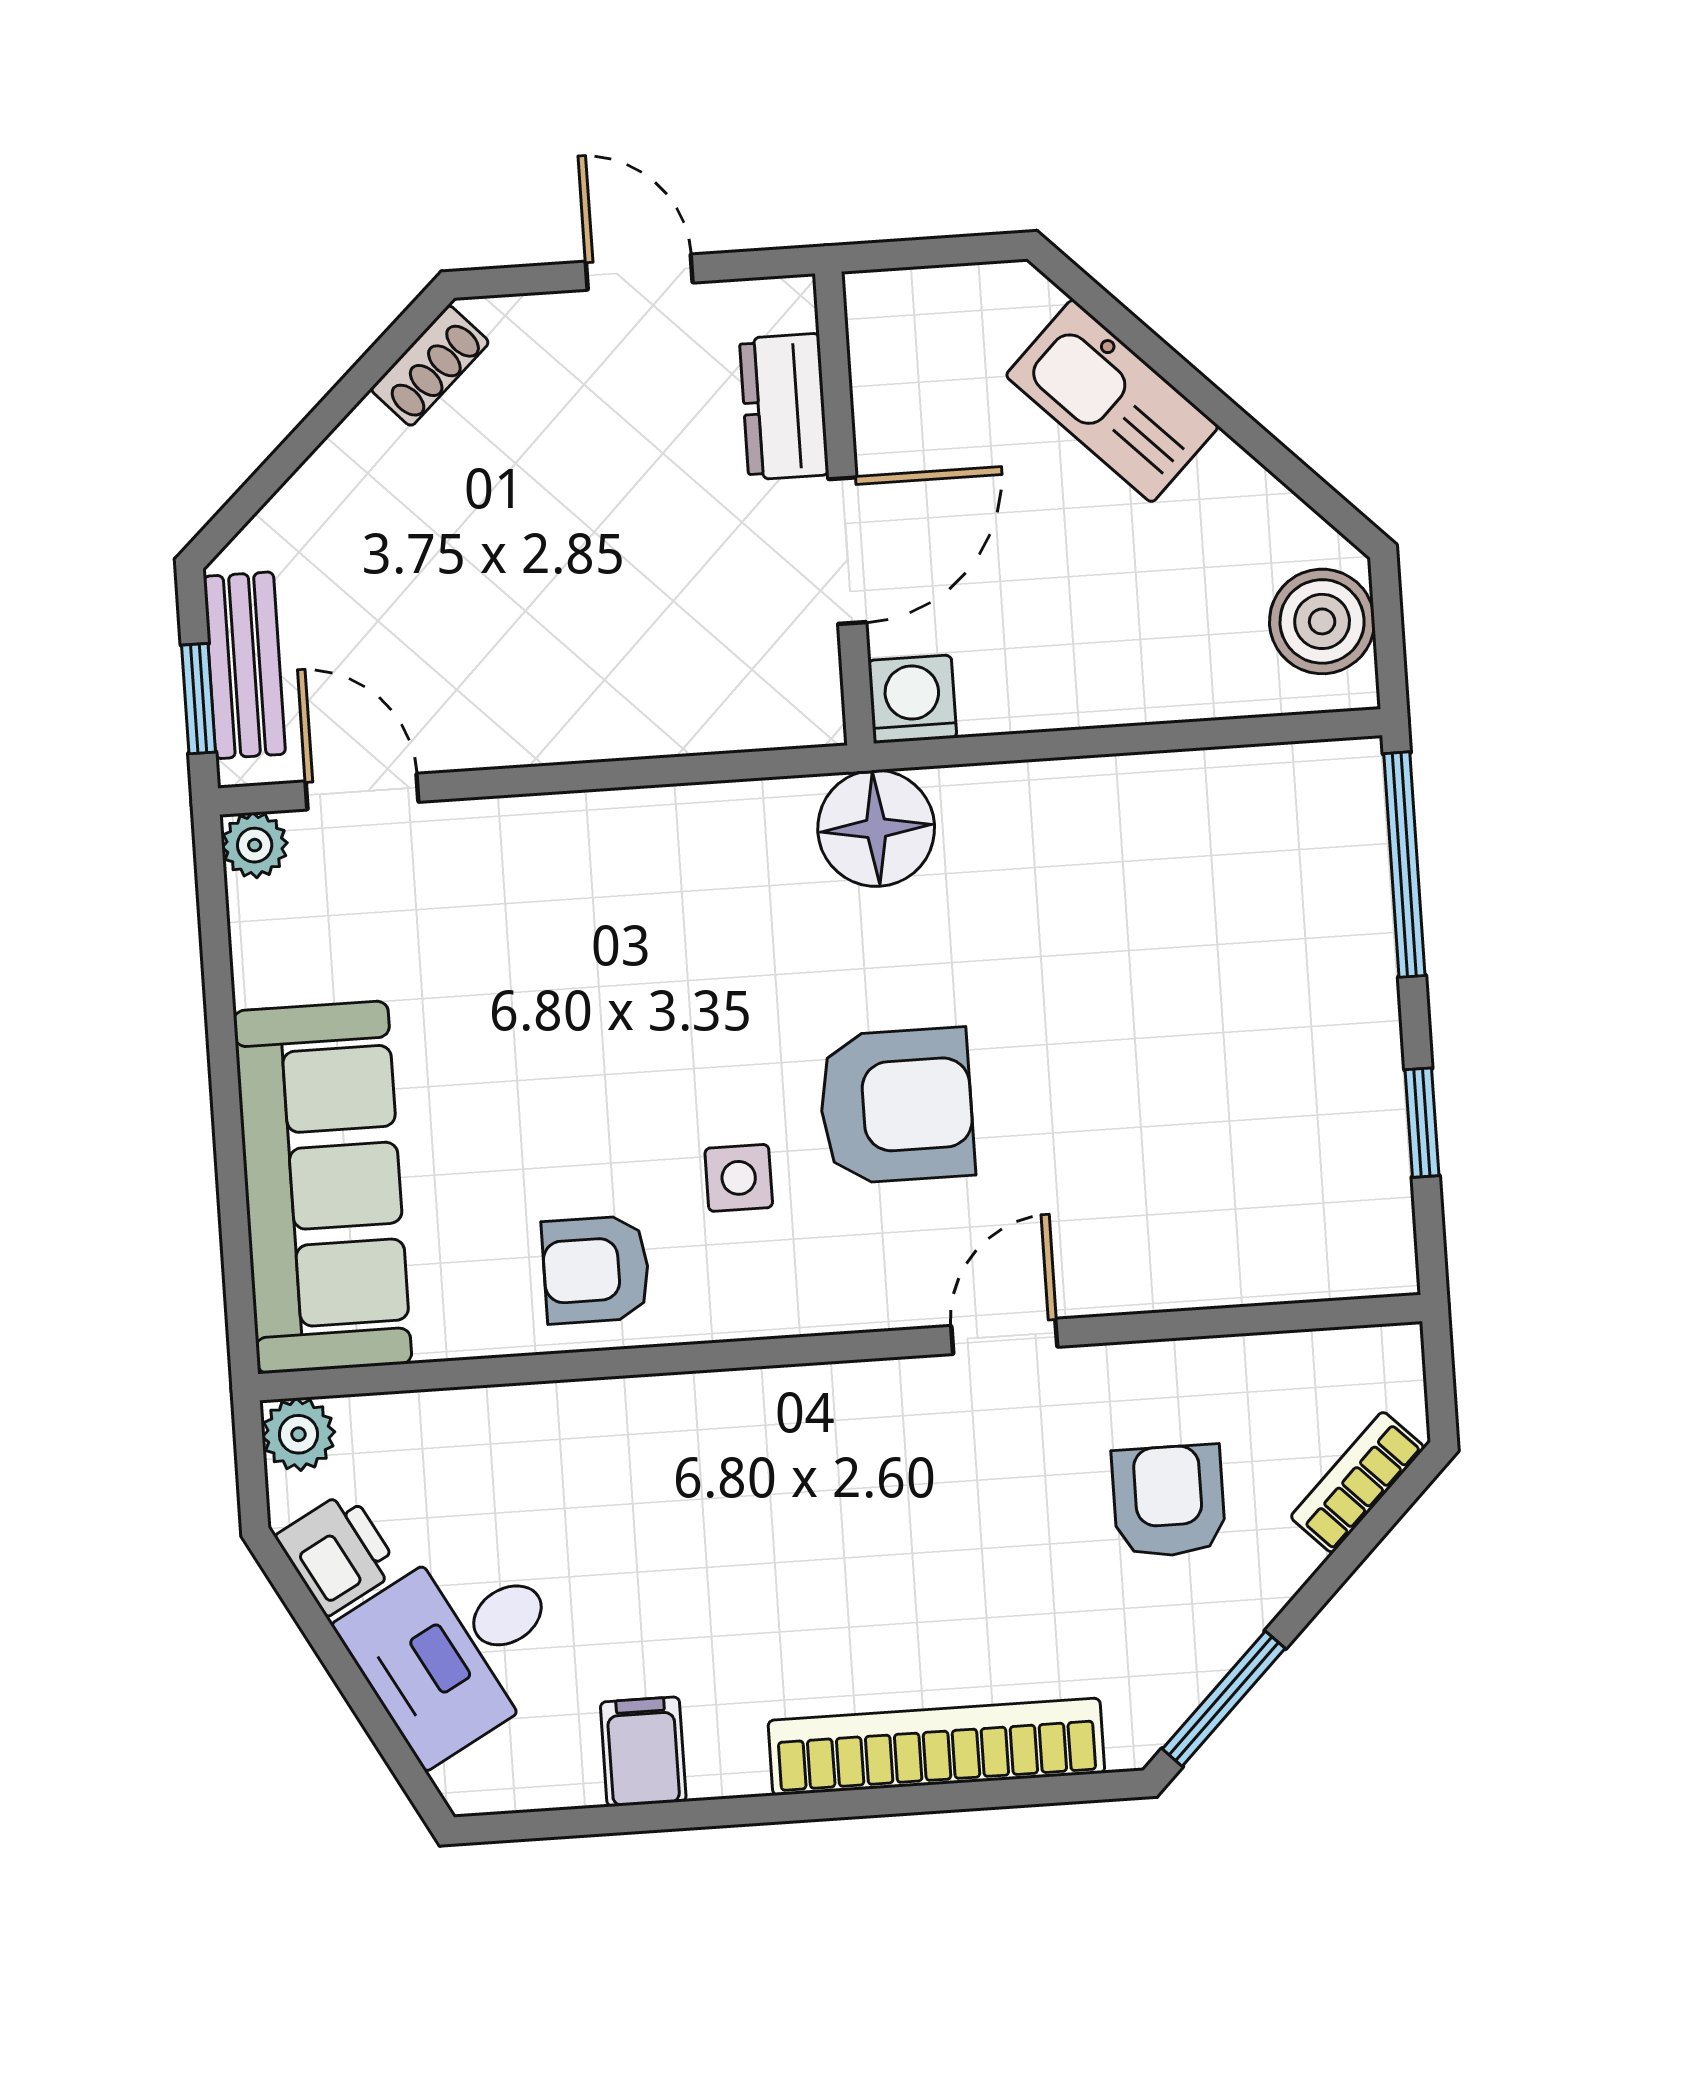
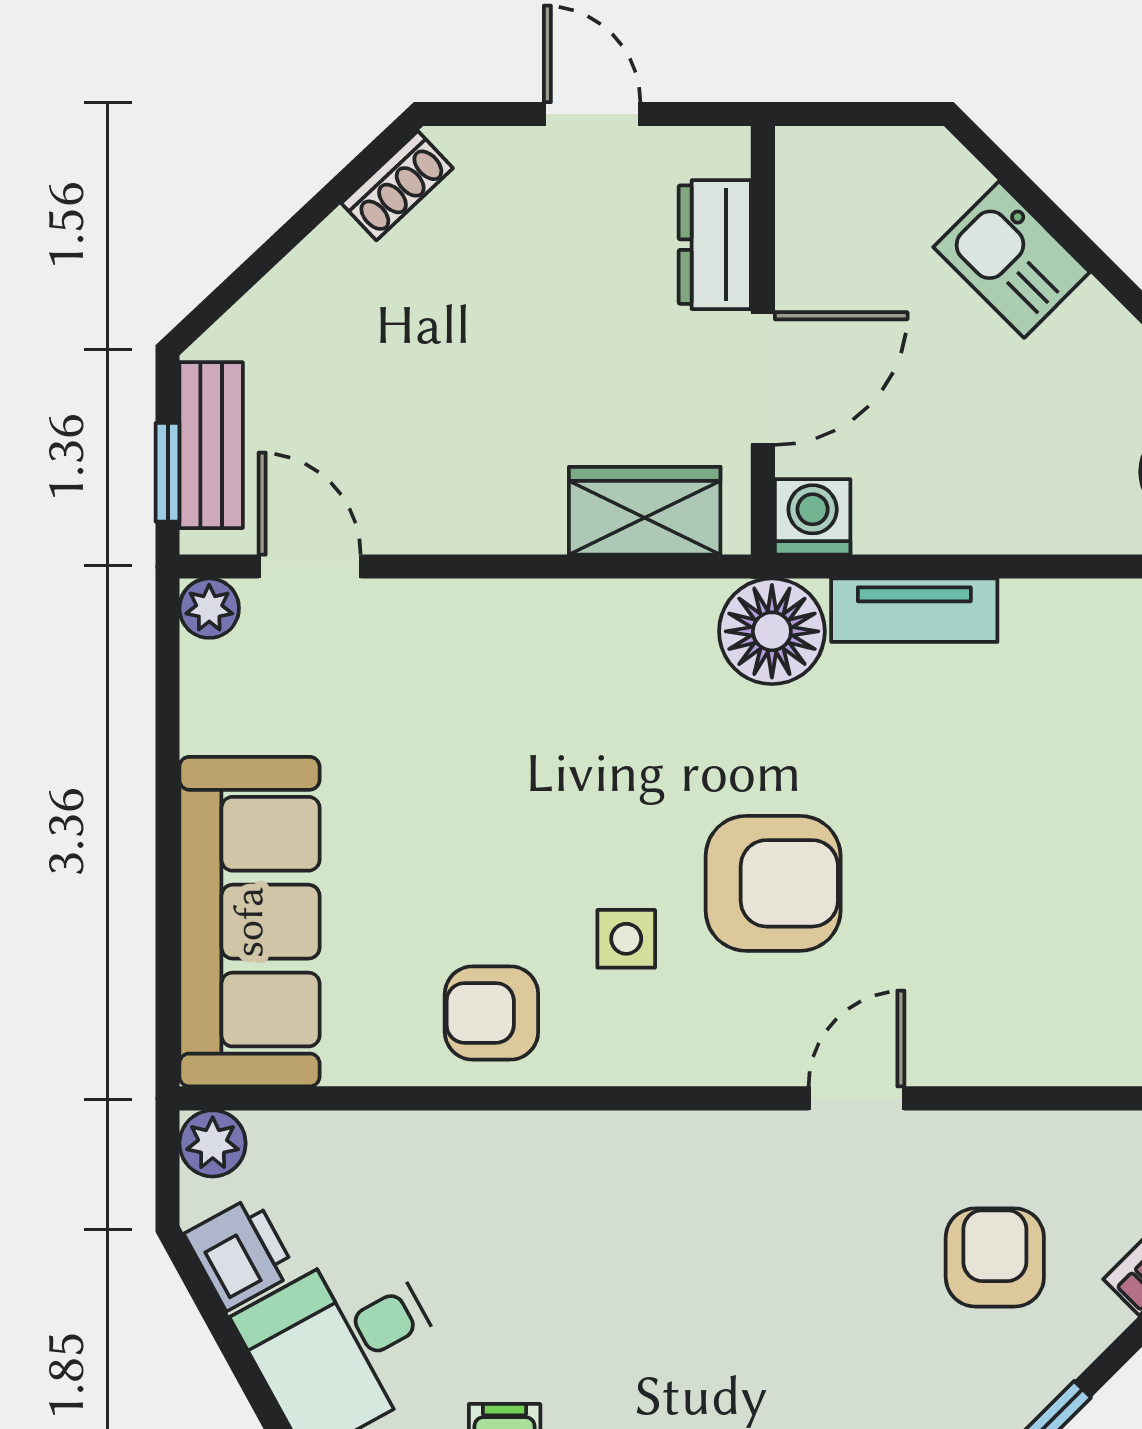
kitchen sink: (1112, 401) -> (1012, 260), width x0.73
wardrobe: (727, 705) -> (645, 511), added
tv unit: (1031, 794) -> (914, 610), added

